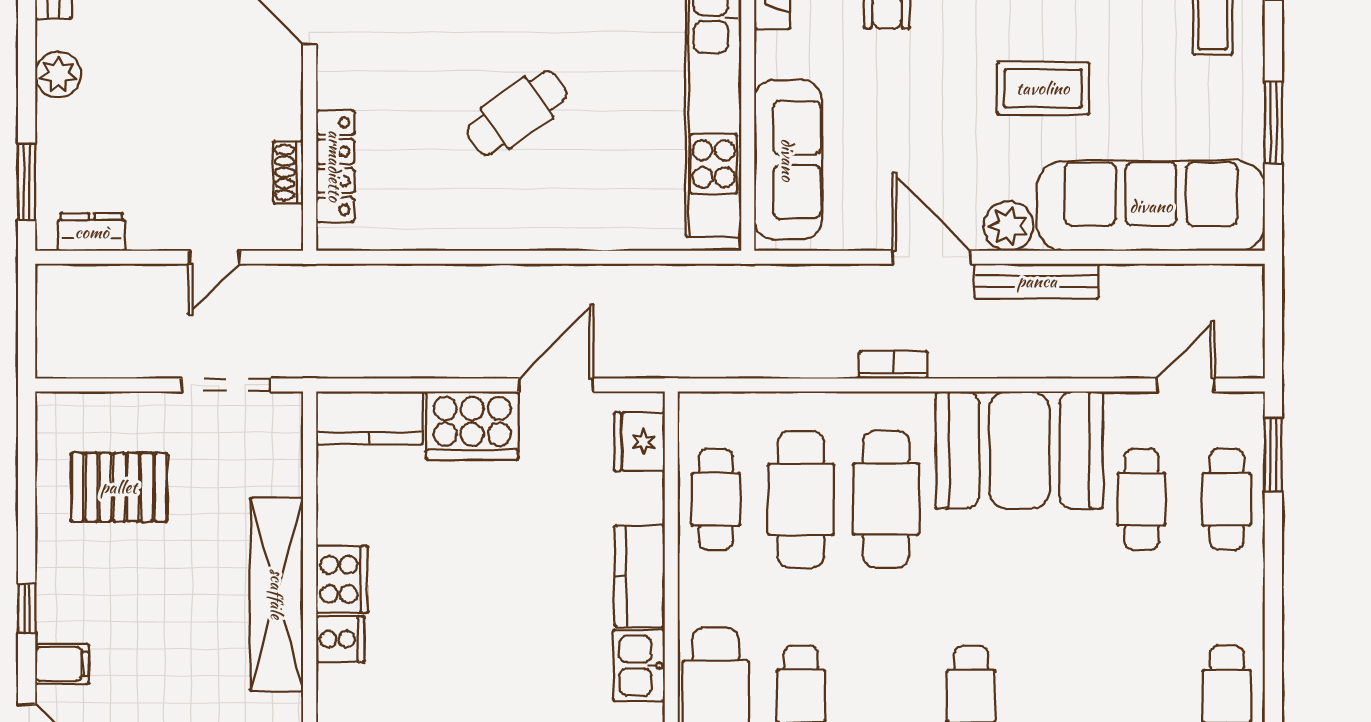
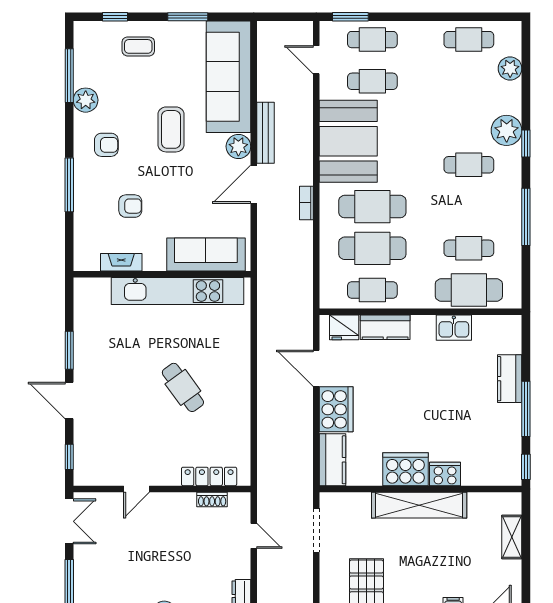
kitchen counter: (640, 576) -> (385, 327), moved
cooker: (342, 579) -> (405, 469), width x1.37, depth x1.31
cooker: (340, 639) -> (445, 474), width x1.36

